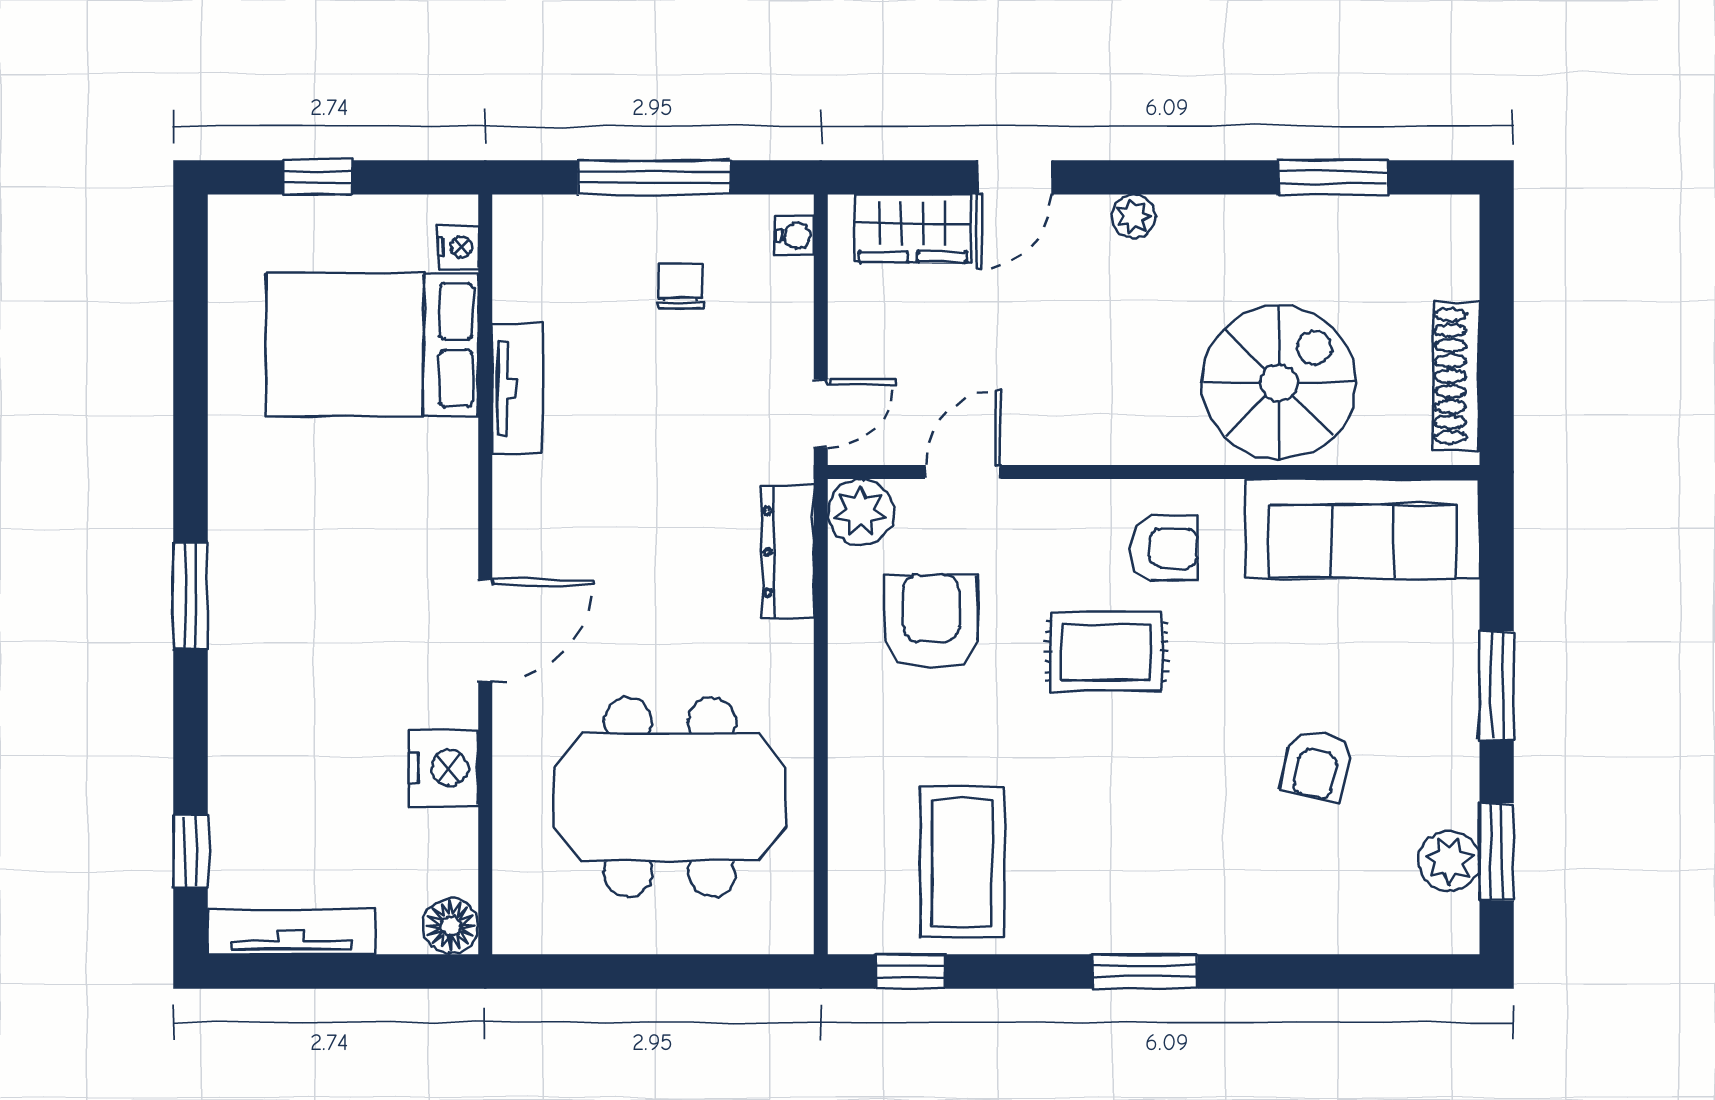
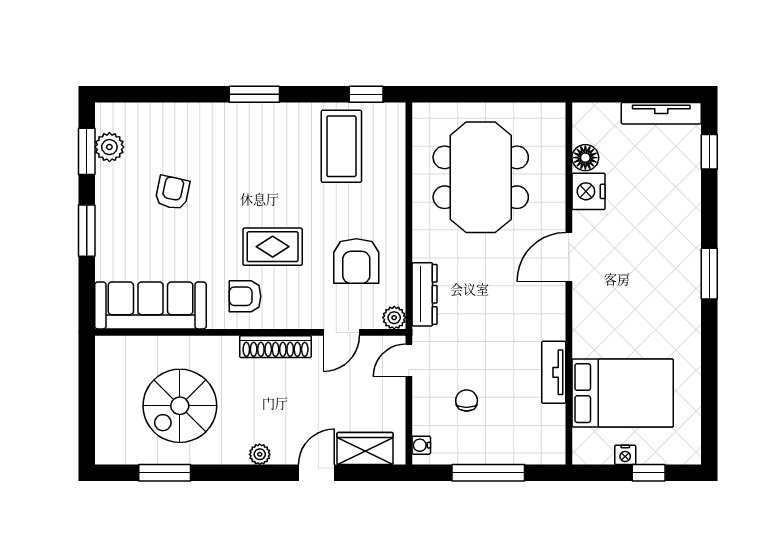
nightstand: (458, 247) -> (625, 455), moved, turned -90
chair: (680, 286) -> (467, 400), moved, turned 180
shoe rack: (1456, 376) -> (276, 347), moved, turned 90
spiral stairs: (1279, 383) -> (180, 406), moved
plant: (861, 512) -> (394, 318), width x0.73, depth x0.73
meeting table: (670, 797) -> (481, 177), turned 90
floor lamp: (451, 926) -> (585, 158), moved

